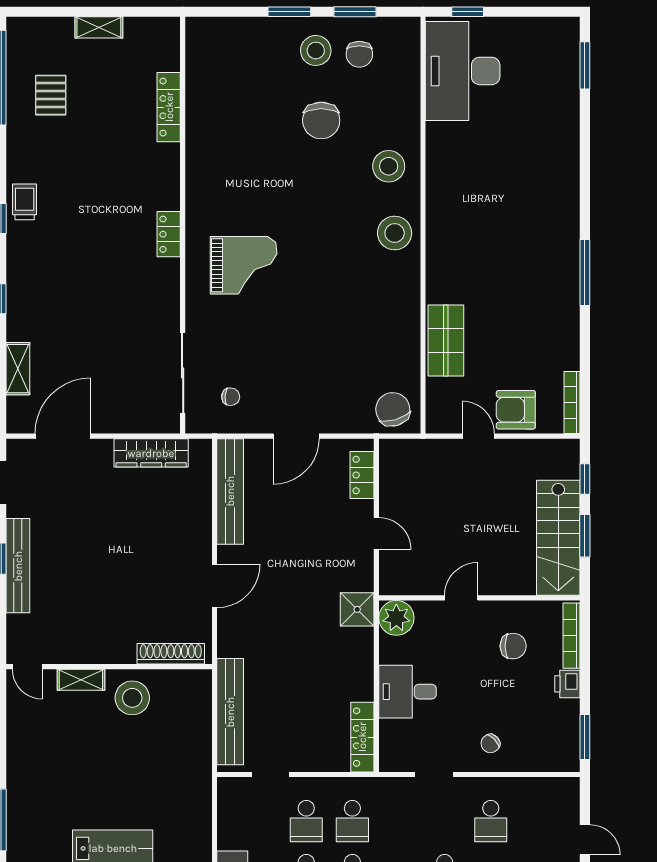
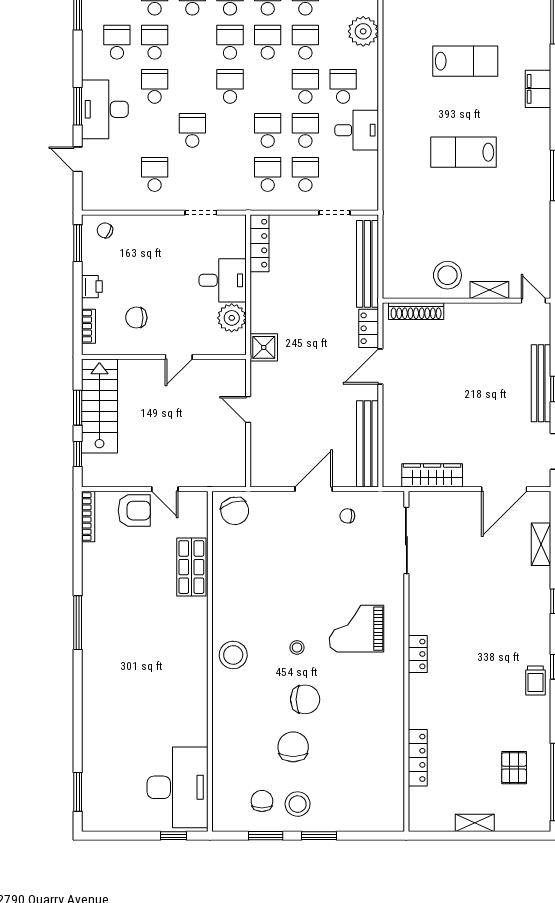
stool: (389, 166) -> (297, 647), moved, width x0.53, depth x0.53
chair: (307, 179) -> (305, 699), added
chair: (231, 397) -> (347, 516), moved
locker: (362, 475) -> (369, 328), moved, turned 180
plant: (396, 618) -> (232, 318), moved
bookcase: (572, 636) -> (89, 326), width x0.64
chair: (490, 744) -> (105, 230), moved, turned -111

